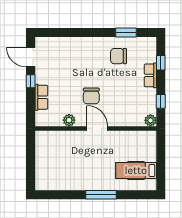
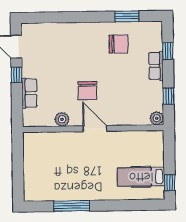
chair: (119, 56) -> (119, 44), turned 180
window: (161, 176) -> (170, 183), added
window: (101, 195) -> (72, 206), moved

